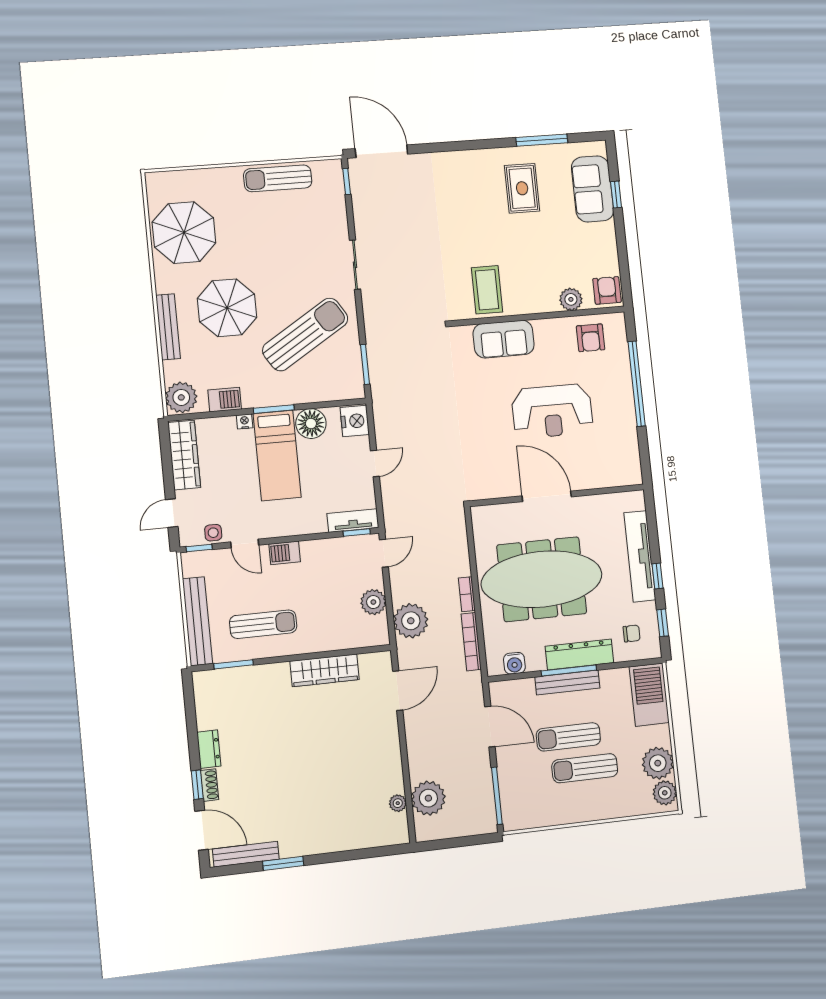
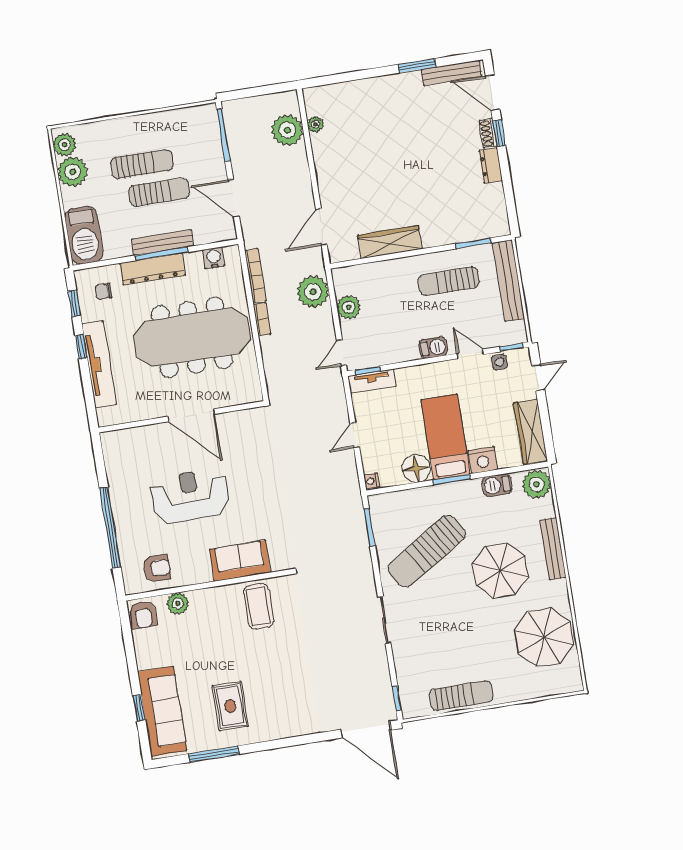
sofa: (593, 189) -> (162, 711), width x1.36
armchair: (591, 338) -> (157, 568), turned 90
nightstand: (245, 421) -> (483, 460), width x1.89, depth x1.79
nightstand: (355, 421) -> (371, 481), width x0.53, depth x0.56

